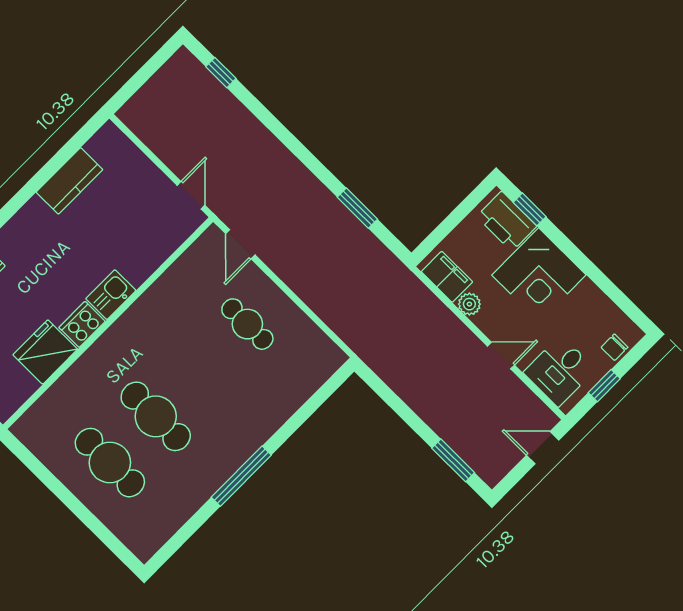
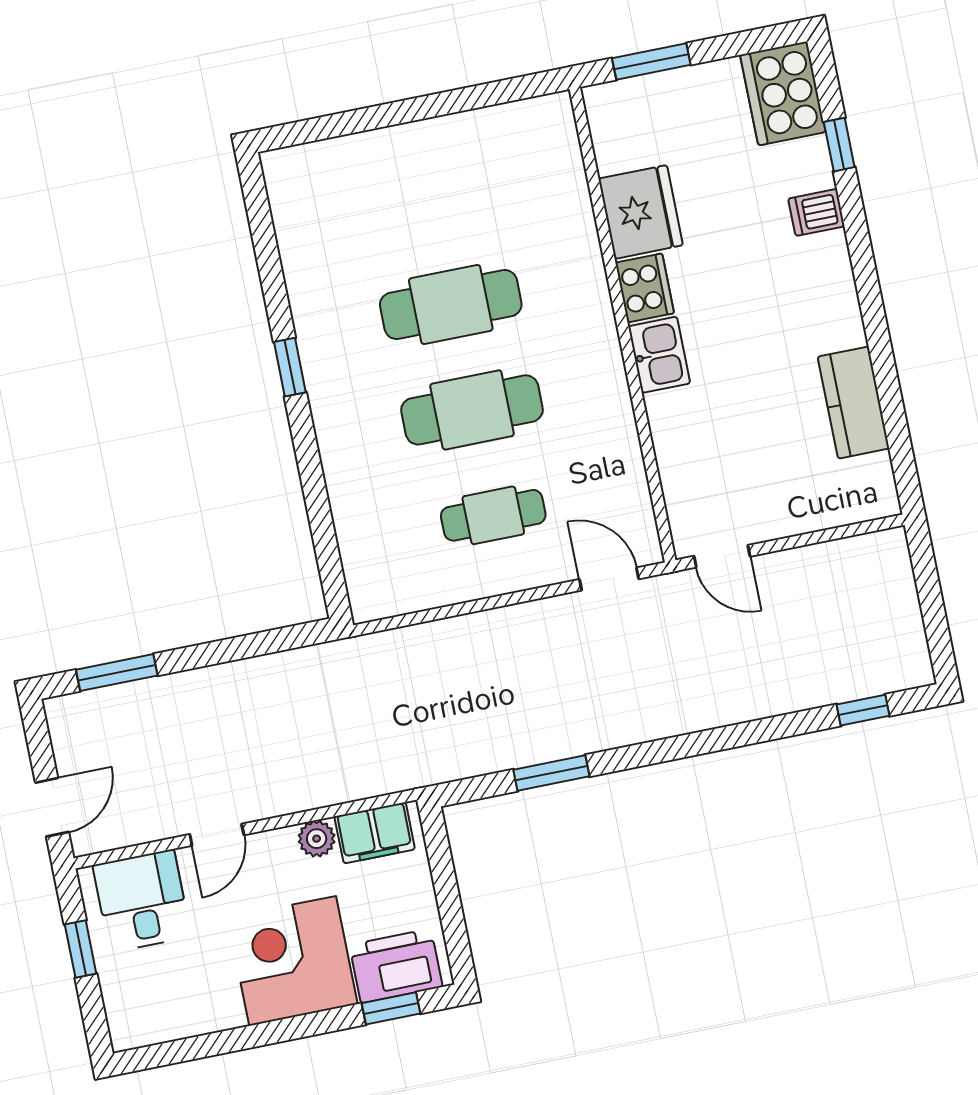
chair: (615, 347) -> (124, 998), removed
cafe table: (110, 463) -> (472, 410), moved
window: (241, 476) -> (290, 367), width x0.46

